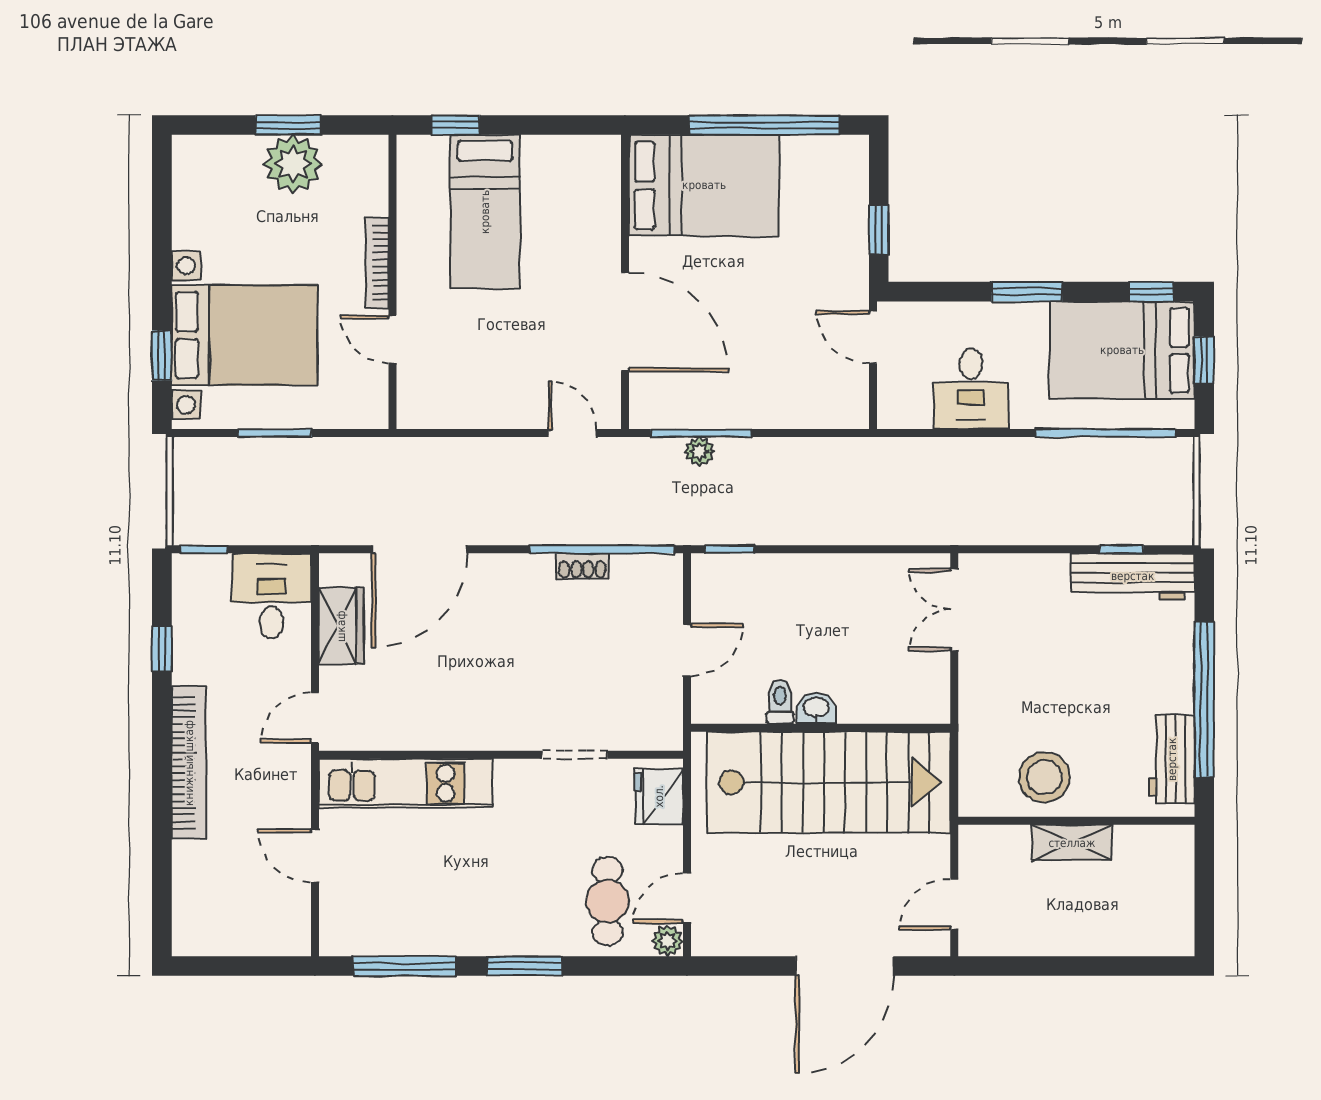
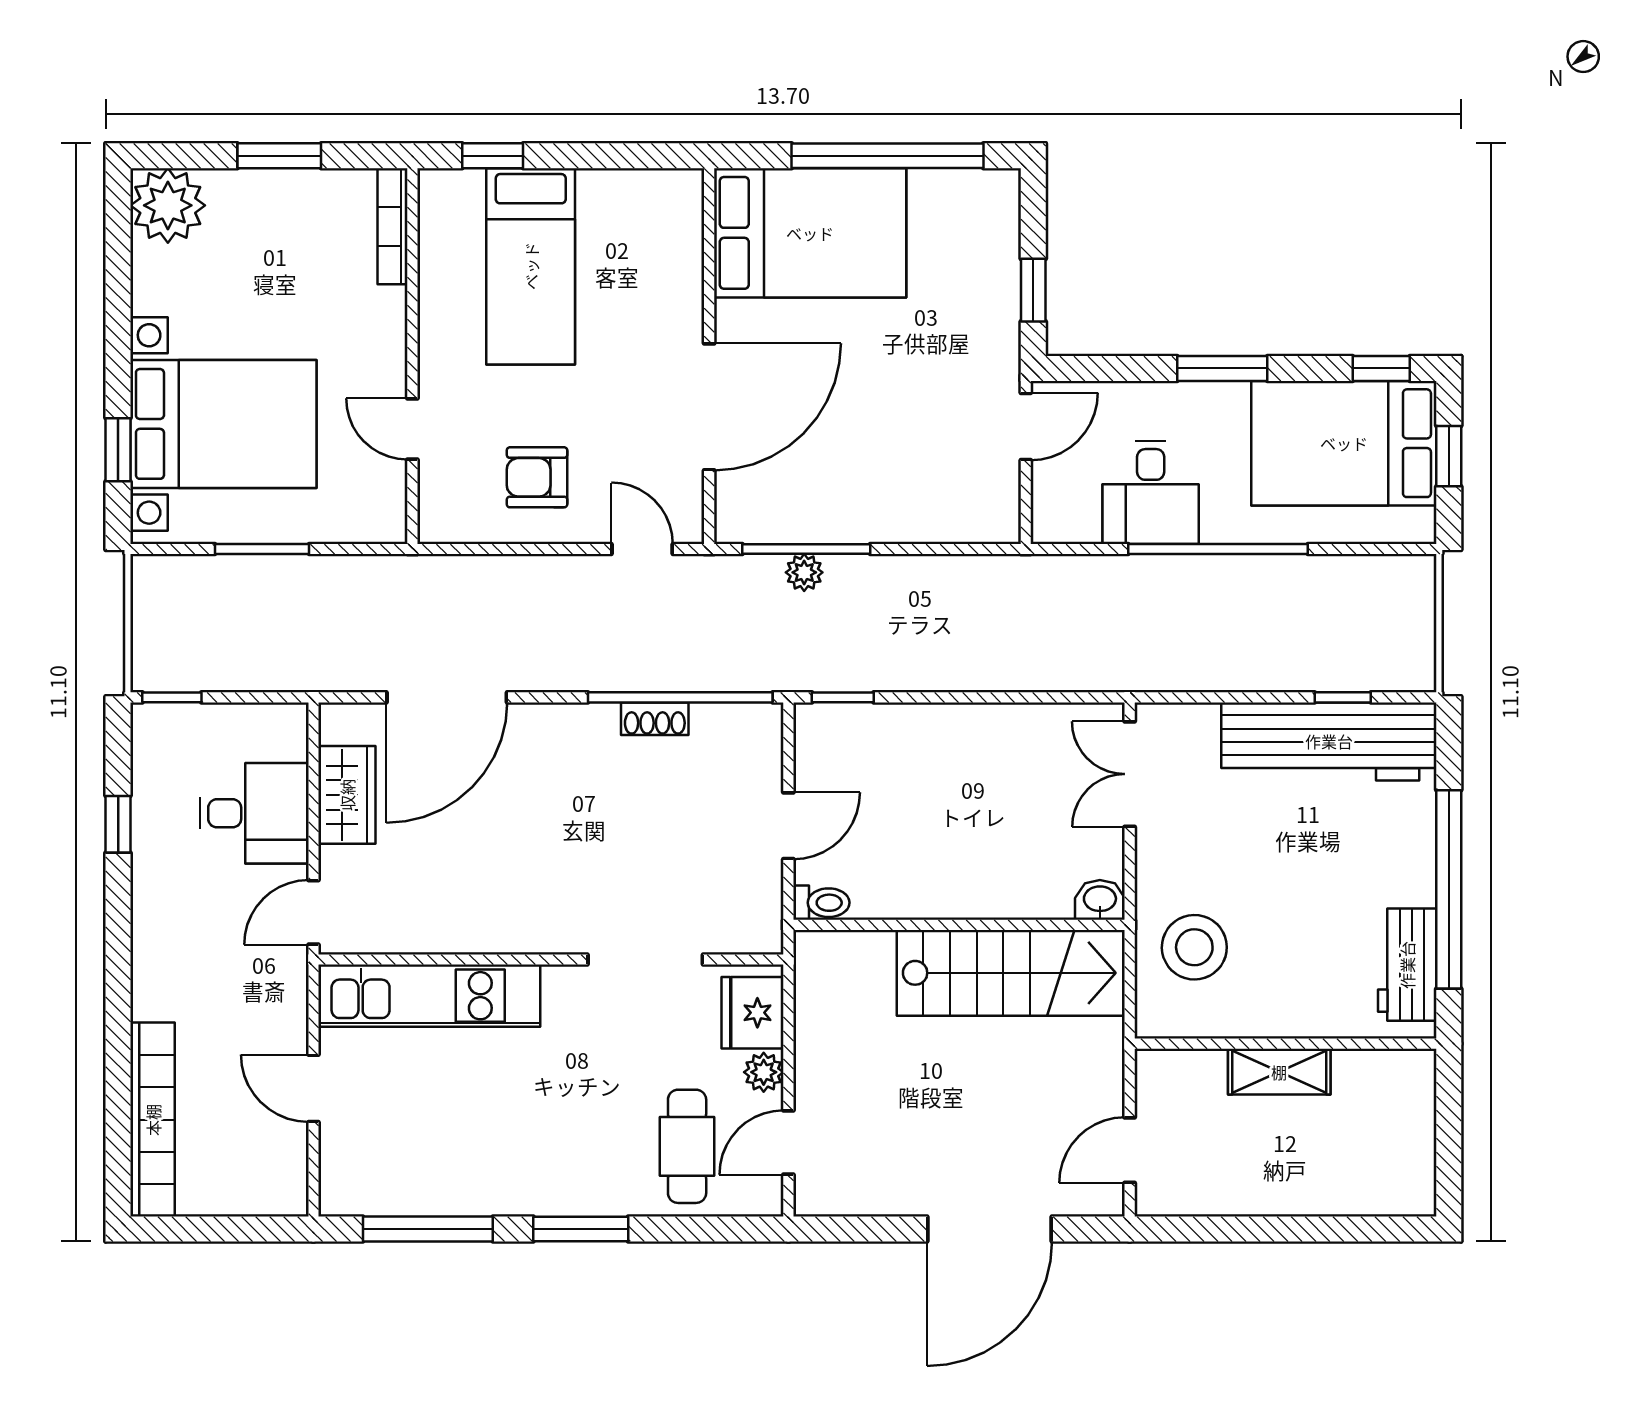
plant: (293, 164) -> (168, 205), moved
bookcase: (377, 263) -> (393, 226), moved
door: (625, 322) -> (709, 407), hinge flipped
door: (873, 337) -> (1026, 426), swing flipped
armchair: (490, 377) -> (537, 477), added
window: (1106, 433) -> (1218, 549), moved
workbench: (1133, 576) -> (1329, 741), width x1.36, depth x1.32
desk: (272, 596) -> (254, 813), moved, turned 90
toilet: (780, 702) -> (821, 903), moved, turned 90
washbasin: (816, 708) -> (1100, 900), moved
doorway: (575, 755) -> (645, 960), width x1.38
bookcase: (189, 763) -> (153, 1120), moved
stool: (1044, 777) -> (1194, 947), moved
stairs: (829, 782) -> (1011, 973), width x0.73, depth x0.66
plant: (668, 941) -> (764, 1072), moved

